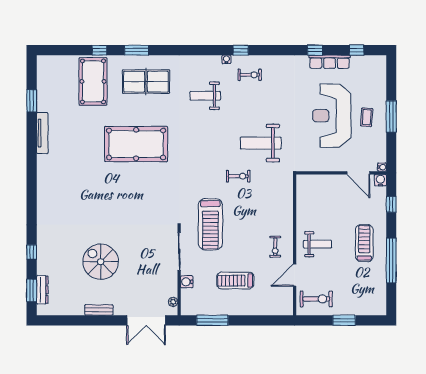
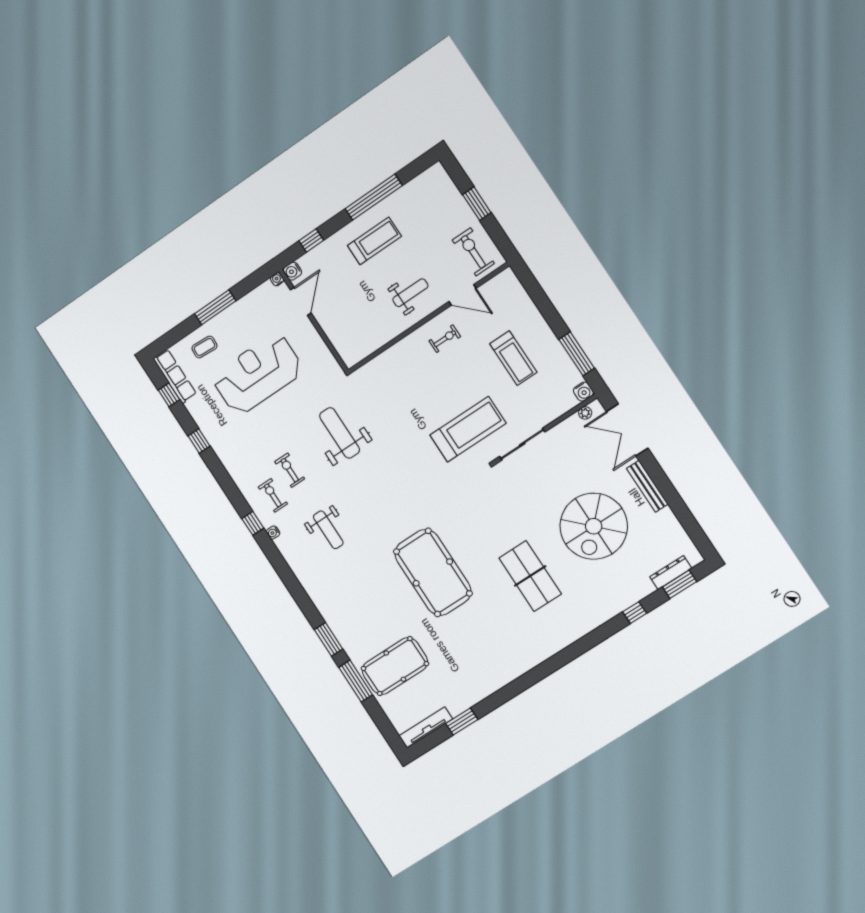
window: (99, 50) -> (356, 681), width x2.17
row of seats: (330, 62) -> (175, 376), moved
table tennis table: (146, 82) -> (530, 576), moved
reception desk: (332, 116) -> (258, 374), turned 180
coffee table: (367, 117) -> (204, 347), moved
tv unit: (42, 133) -> (426, 727), moved
weight bench: (261, 143) -> (340, 433), turned 180
exercise bike: (238, 176) -> (290, 470), moved
treadmill: (364, 243) -> (374, 241), turned 180
weight bench: (318, 244) -> (410, 293), turned 90
spiral stairs: (101, 262) -> (594, 526), width x1.37, depth x1.37
water cooler: (187, 282) -> (583, 392), moved
bench: (99, 310) -> (647, 486), width x1.36
double door: (146, 320) -> (627, 430), swing flipped

